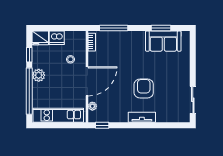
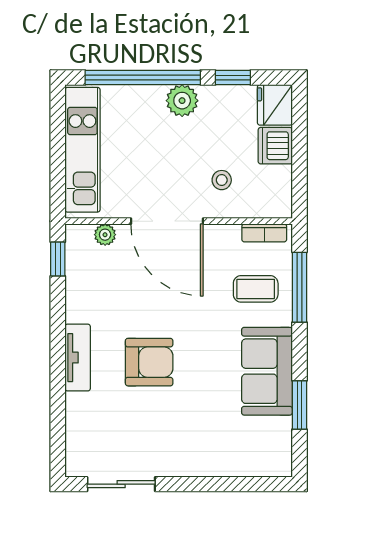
sofa: (163, 41) -> (267, 371), moved
coffee table: (114, 46) -> (256, 289), added

